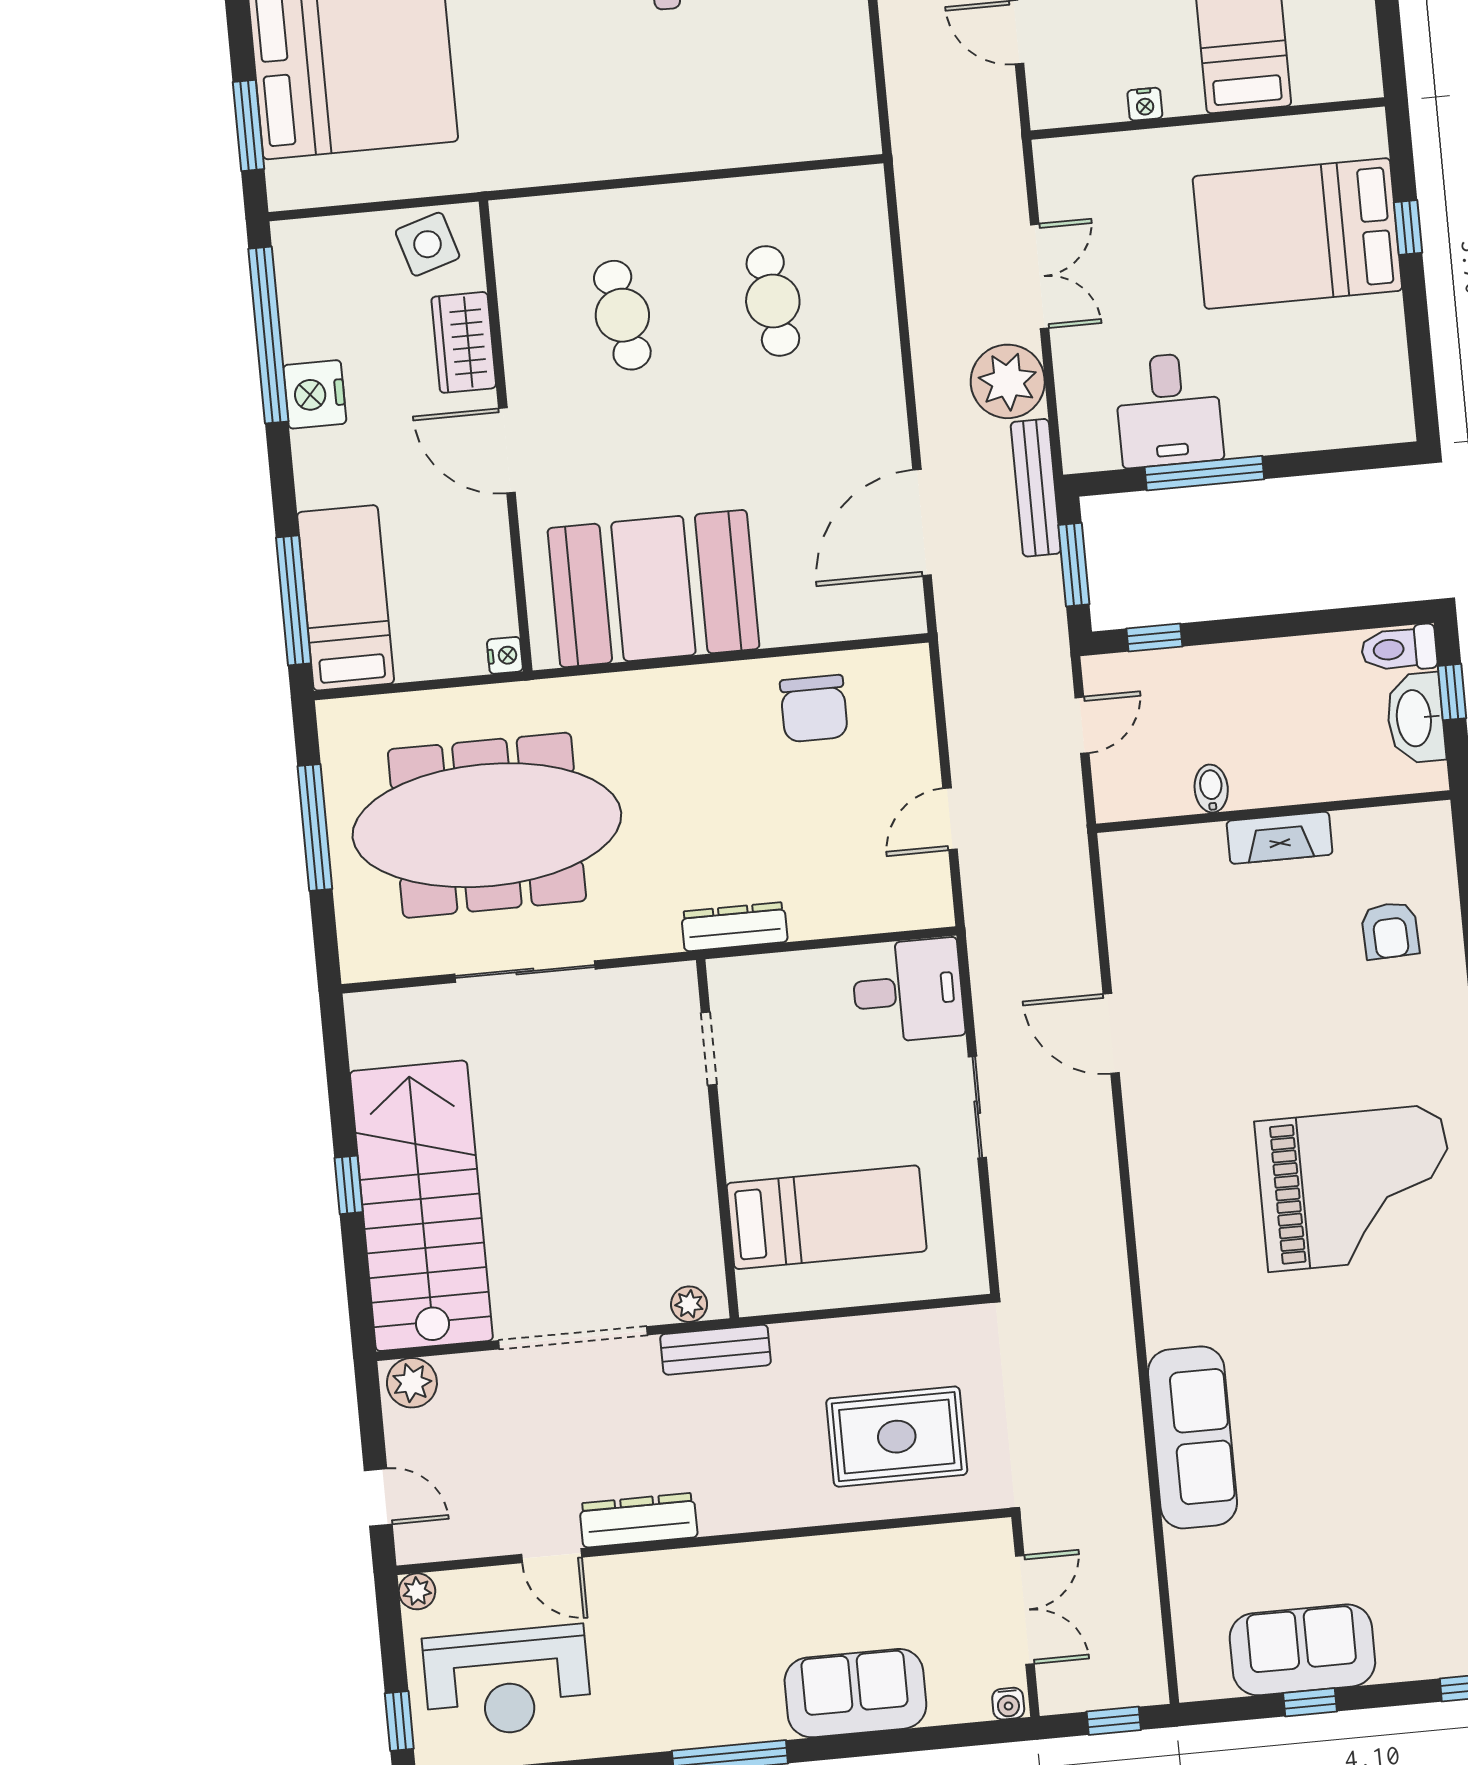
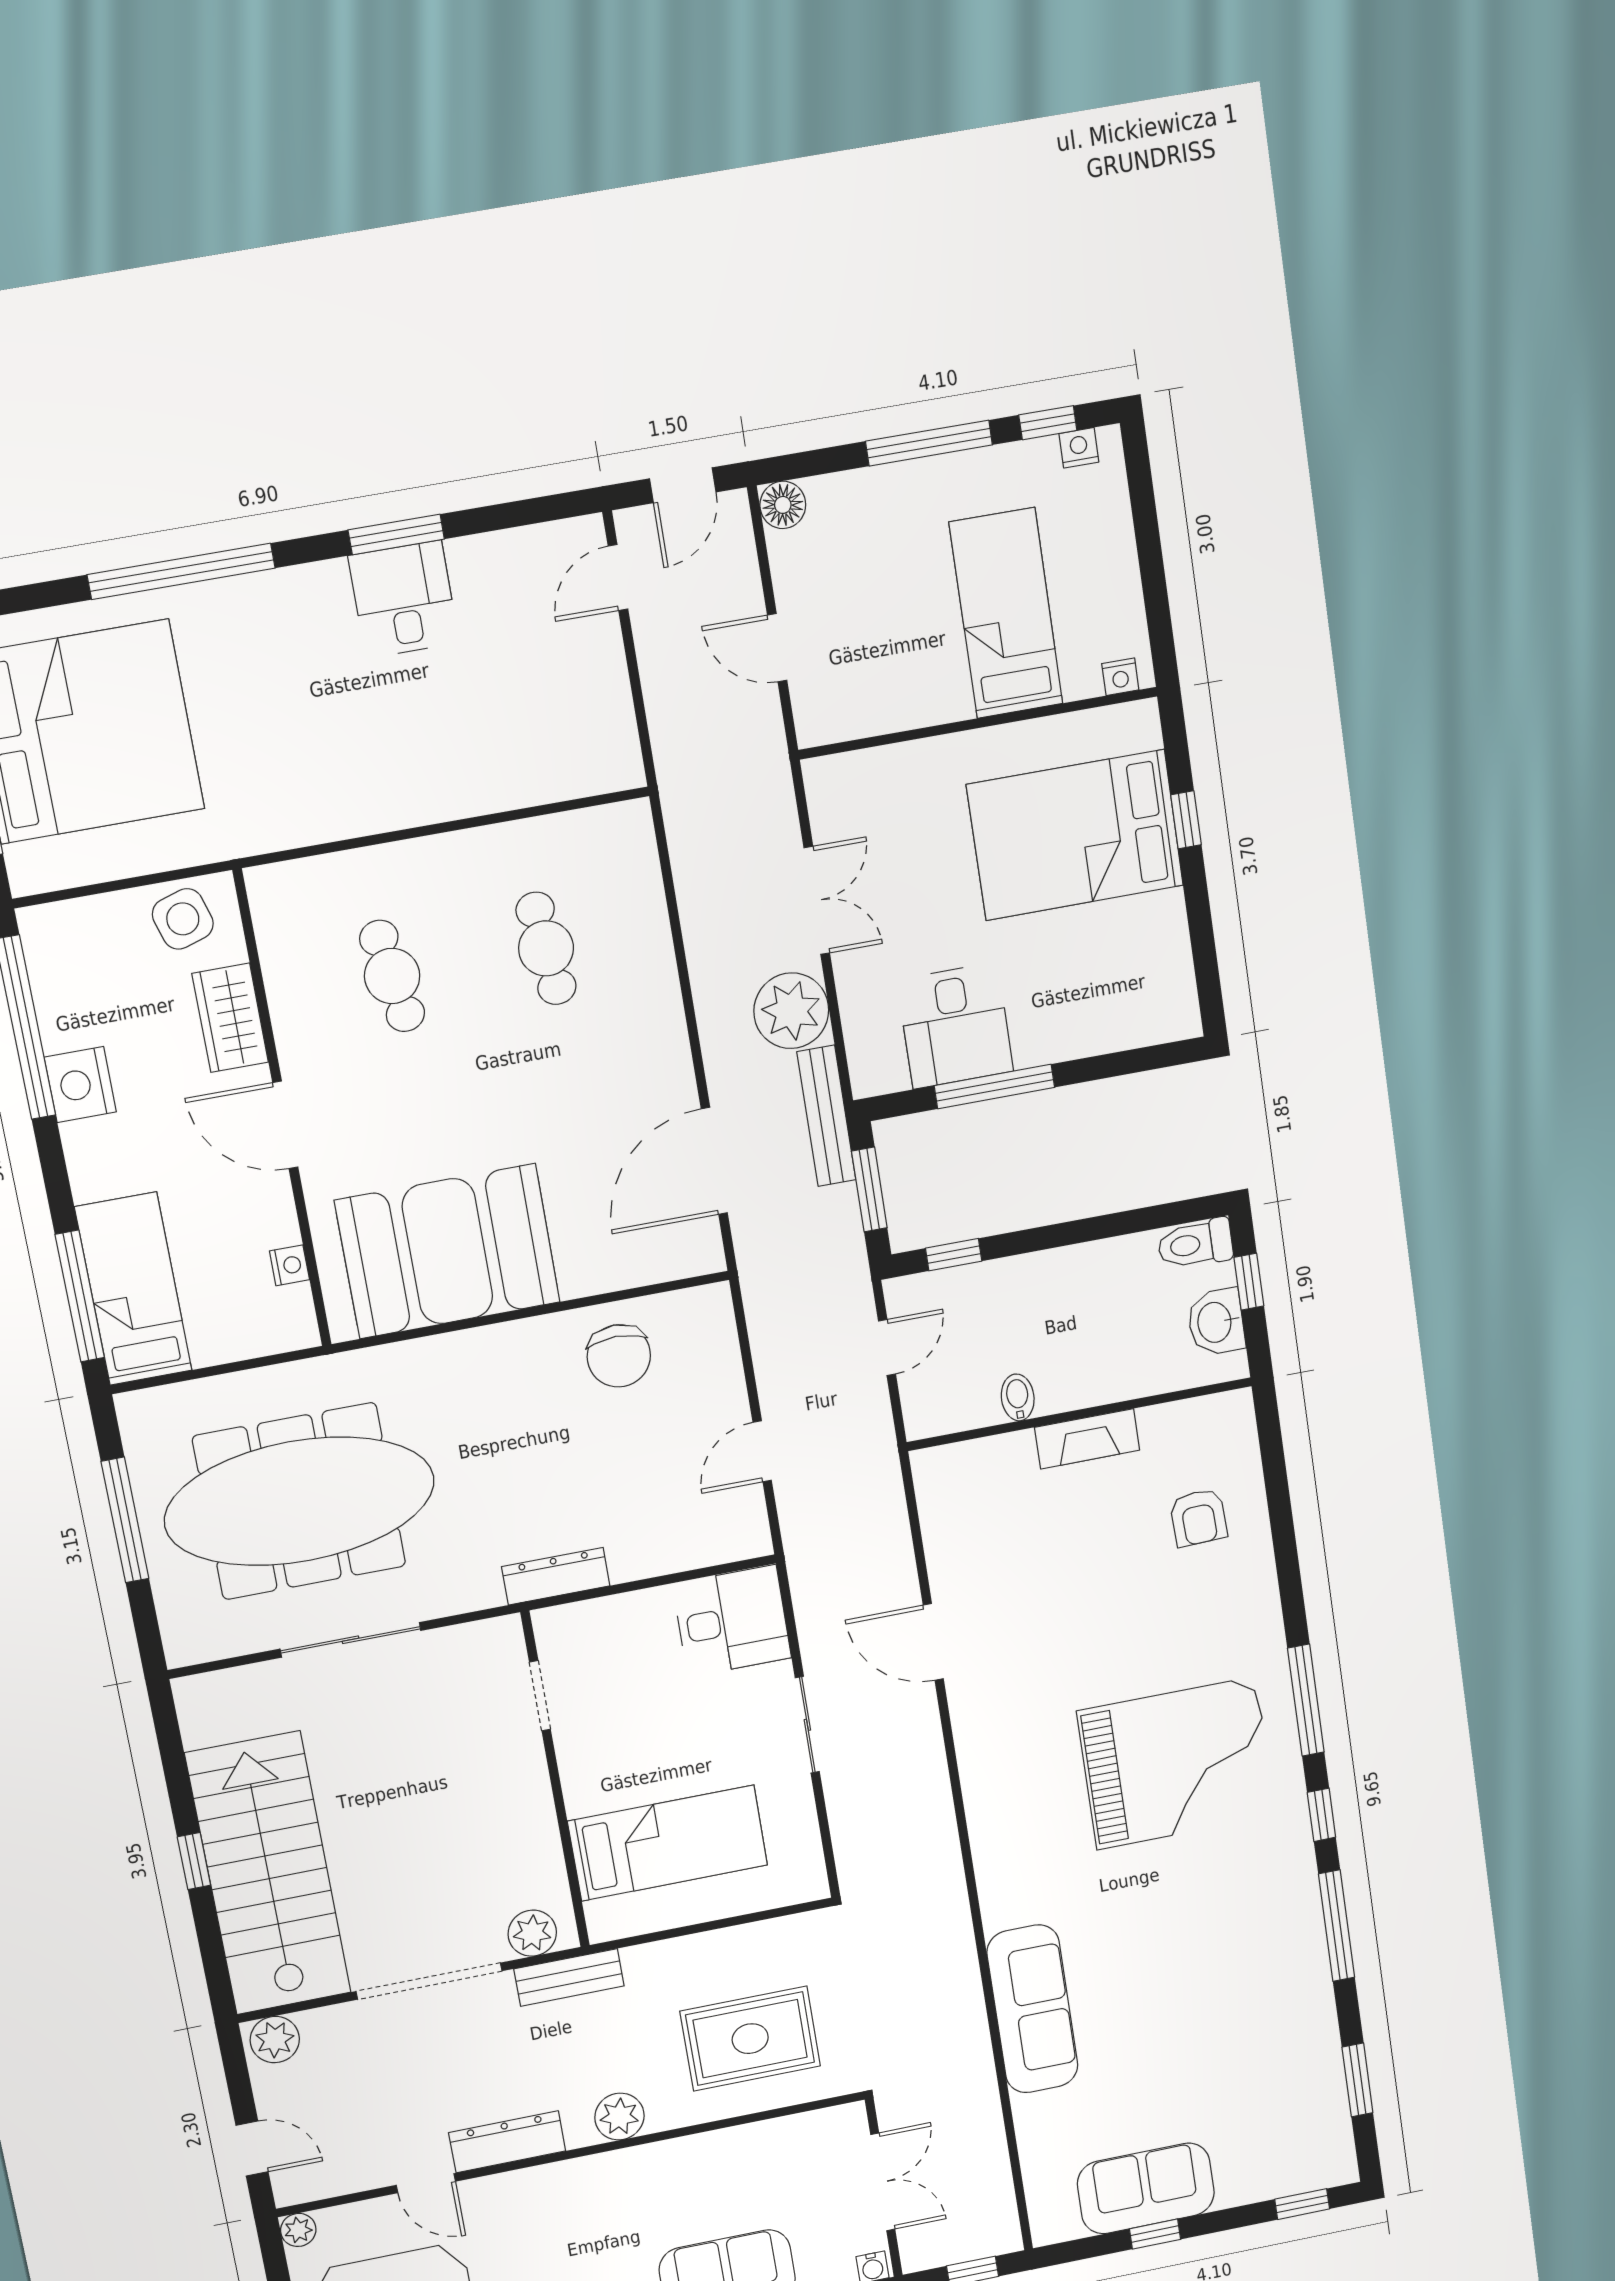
nightstand: (1145, 104) -> (1120, 677), moved
nightstand: (505, 655) -> (289, 1265), moved
washbasin: (1416, 718) -> (1216, 1322), width x0.72
plant: (689, 1304) -> (532, 1933), width x1.38, depth x1.38
plant: (756, 1506) -> (619, 2117), added

